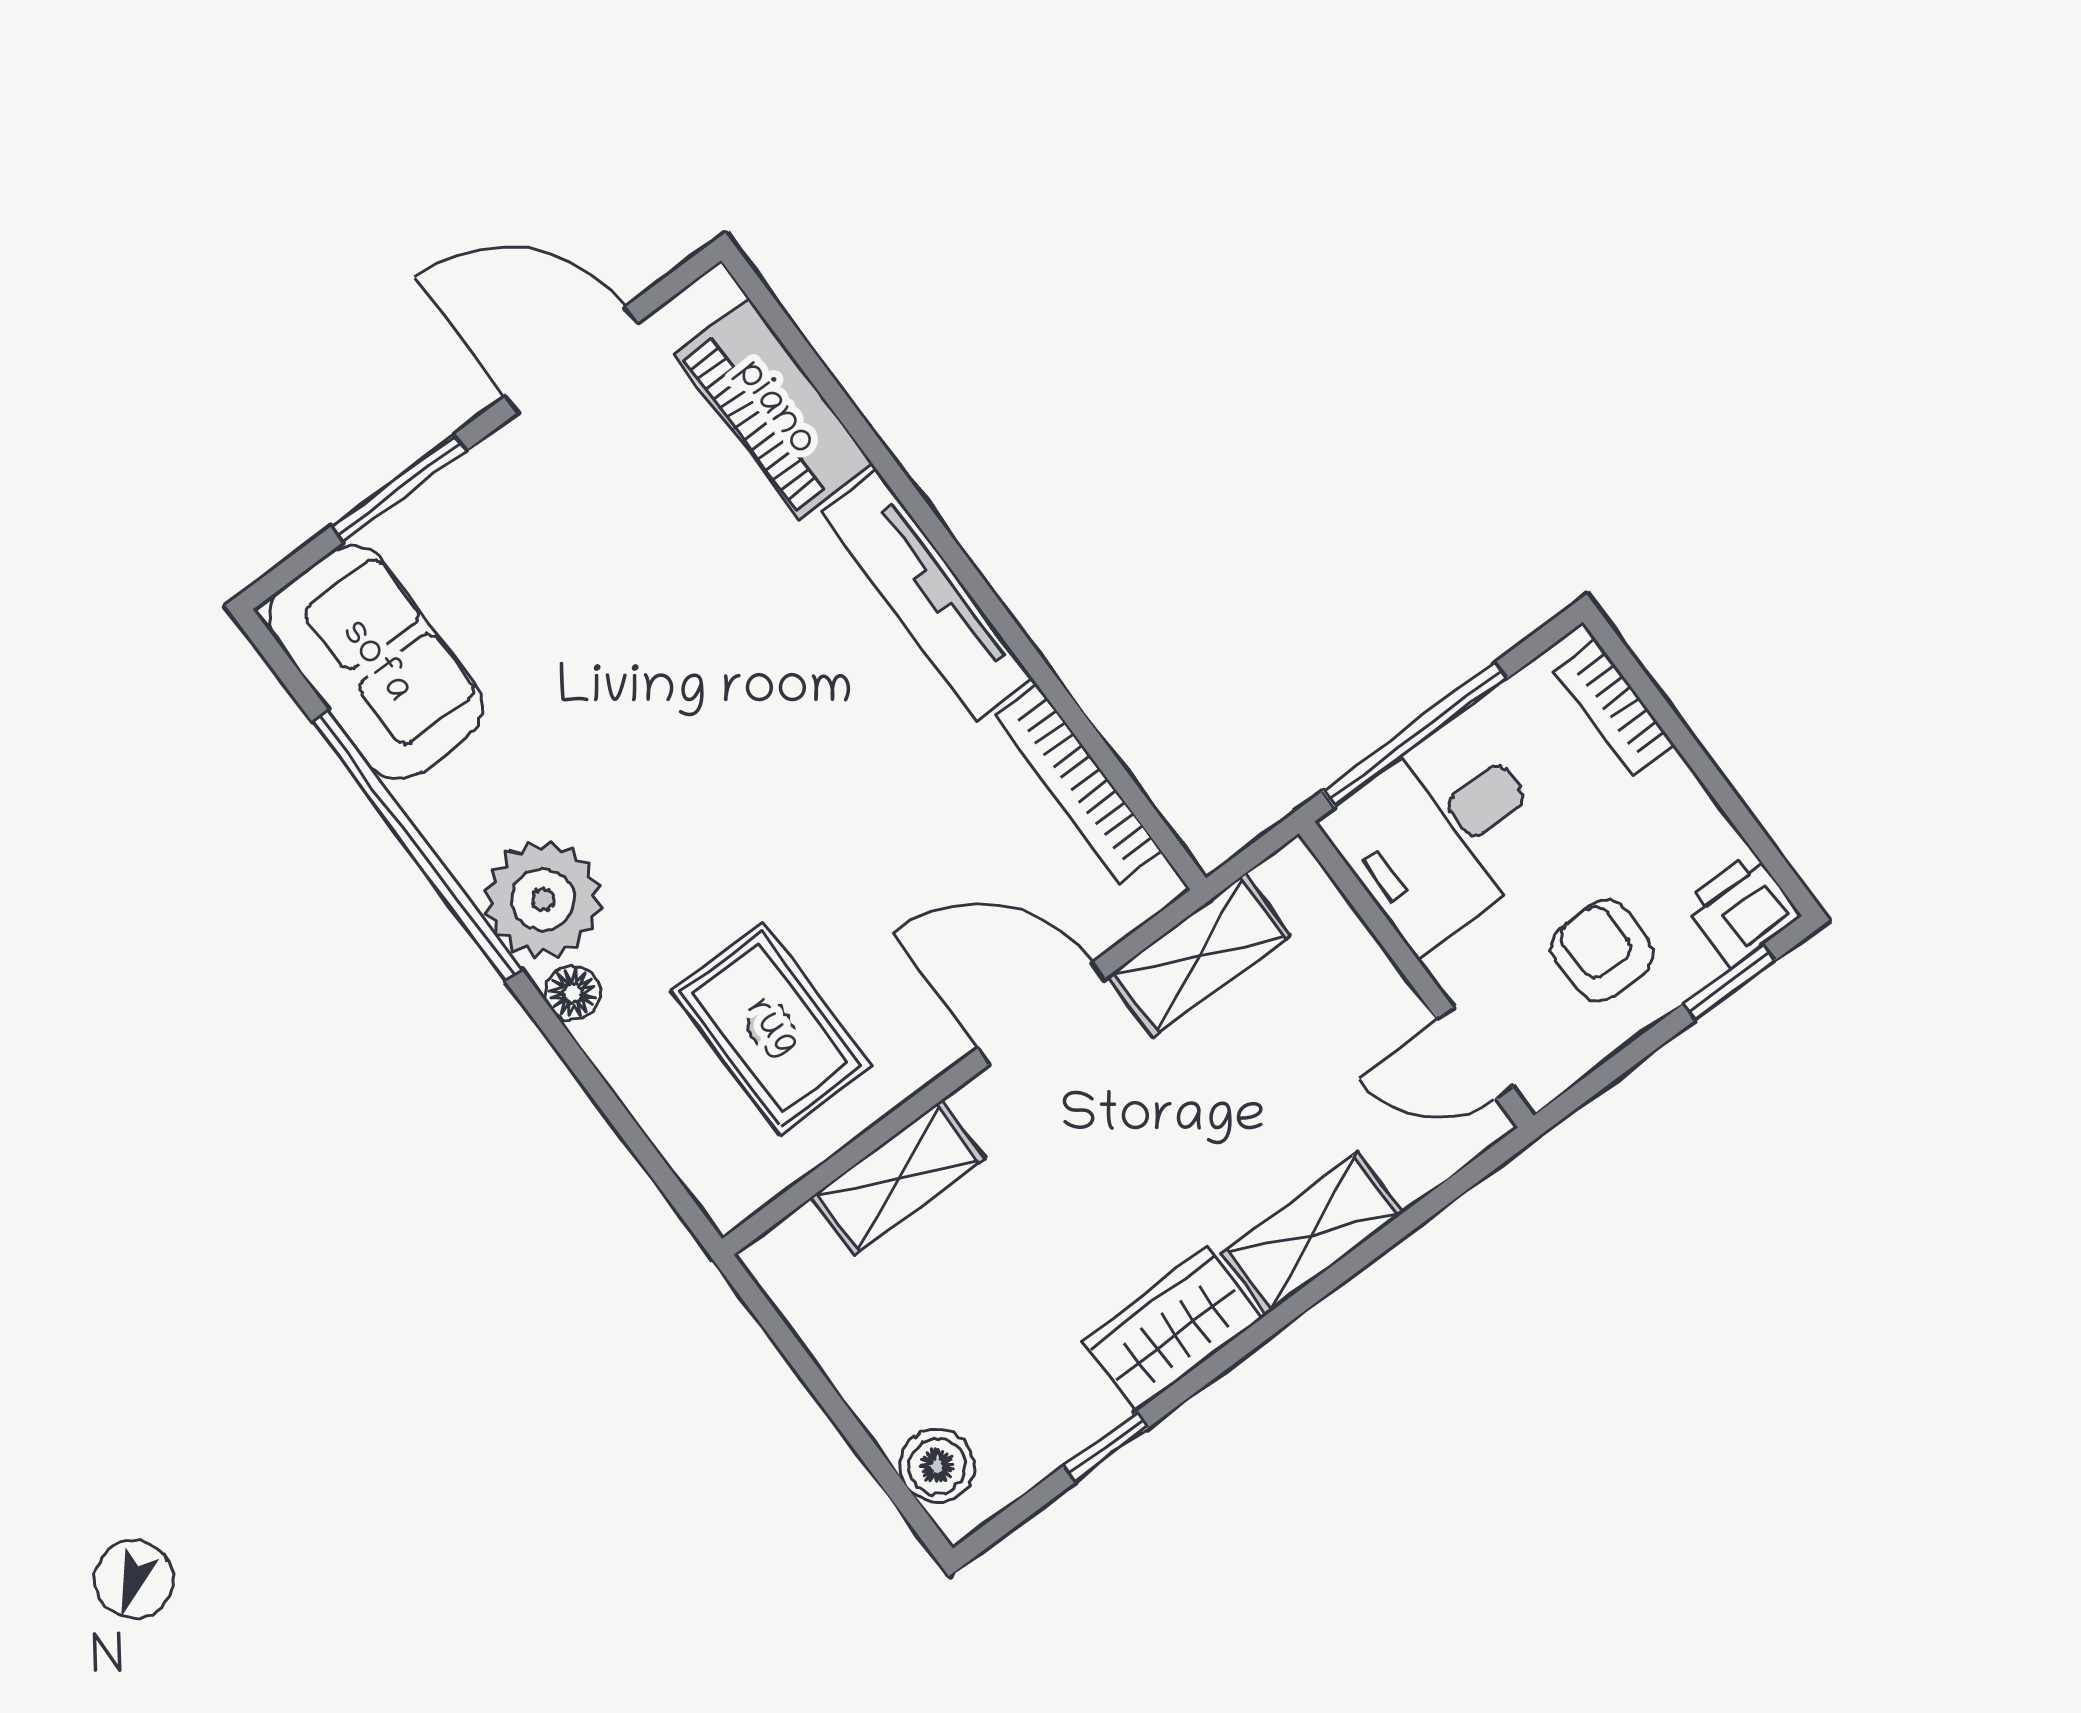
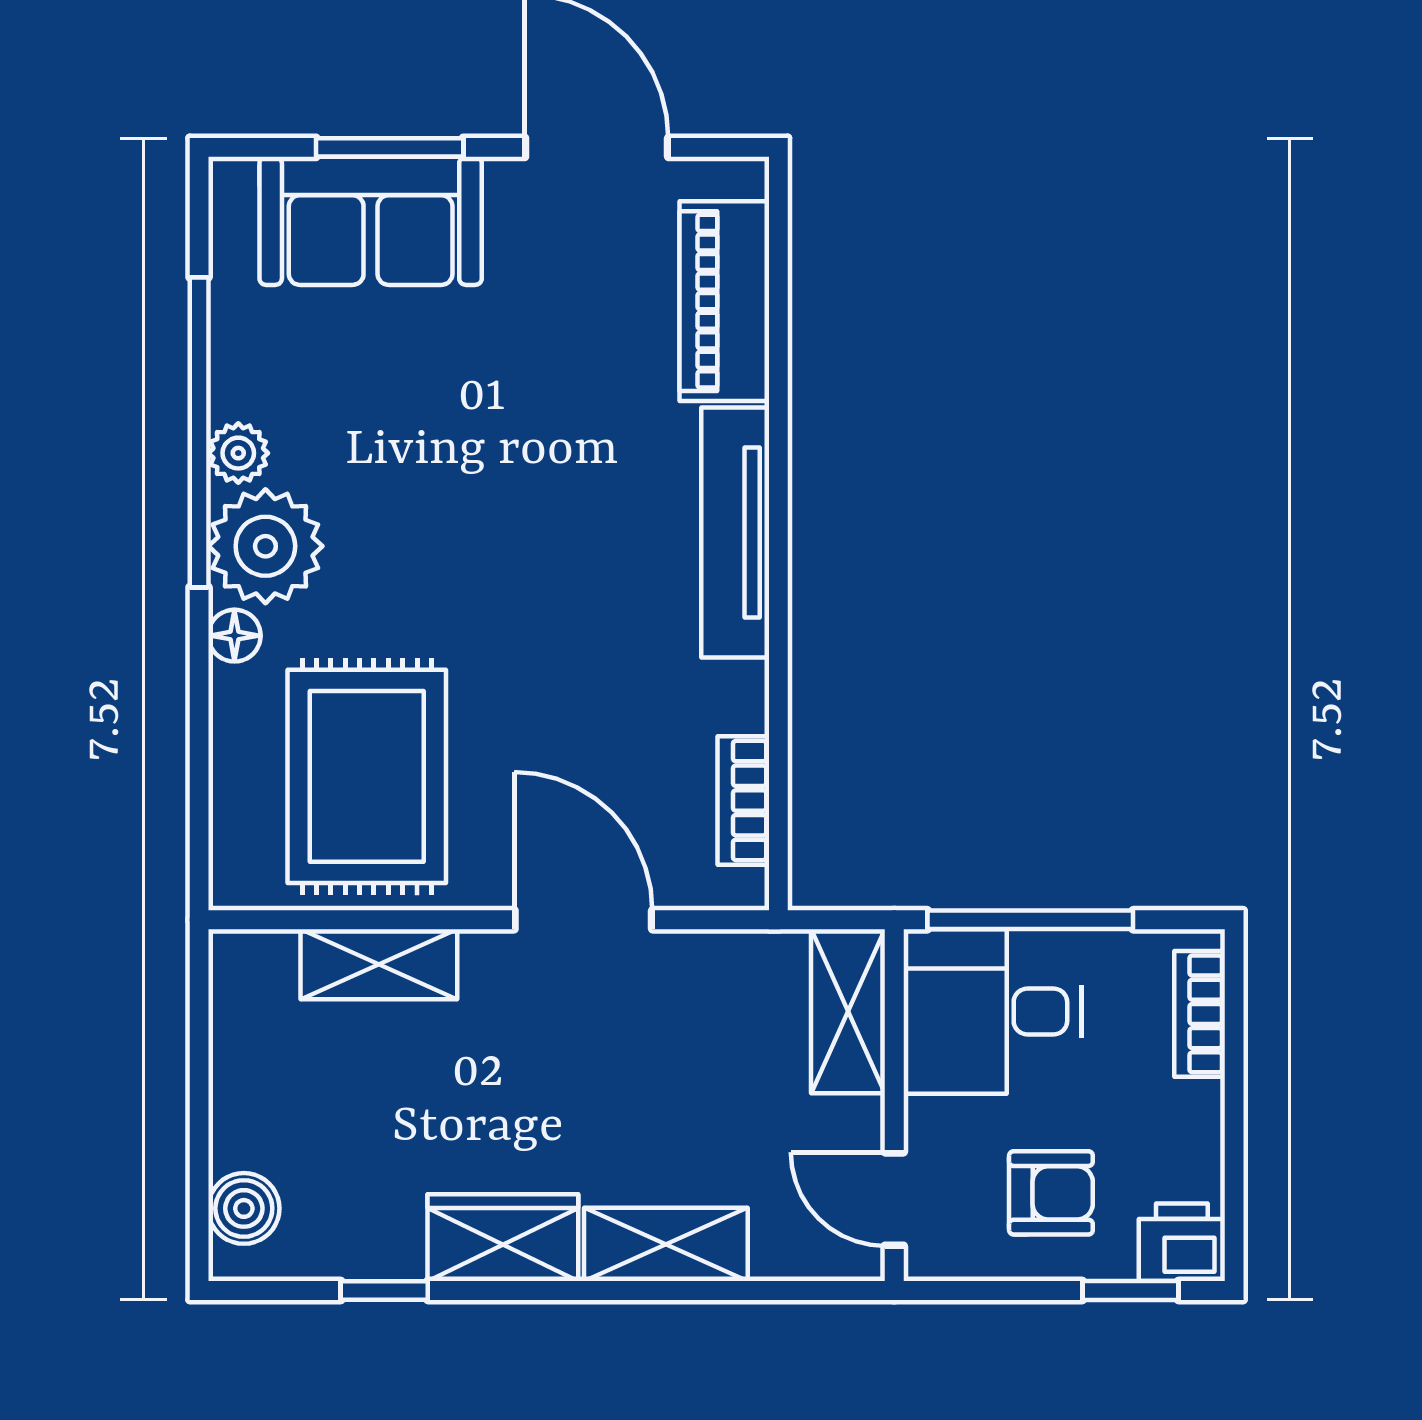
sofa: (375, 662) -> (371, 221), moved, turned 90
bookcase: (1078, 784) -> (743, 800), width x0.64
plant: (462, 838) -> (238, 453), added
armchair: (1602, 950) -> (1051, 1193), turned 90
shelving: (1199, 956) -> (848, 1011), moved, turned 90
rug: (771, 1028) -> (367, 776), width x1.36, depth x1.43

